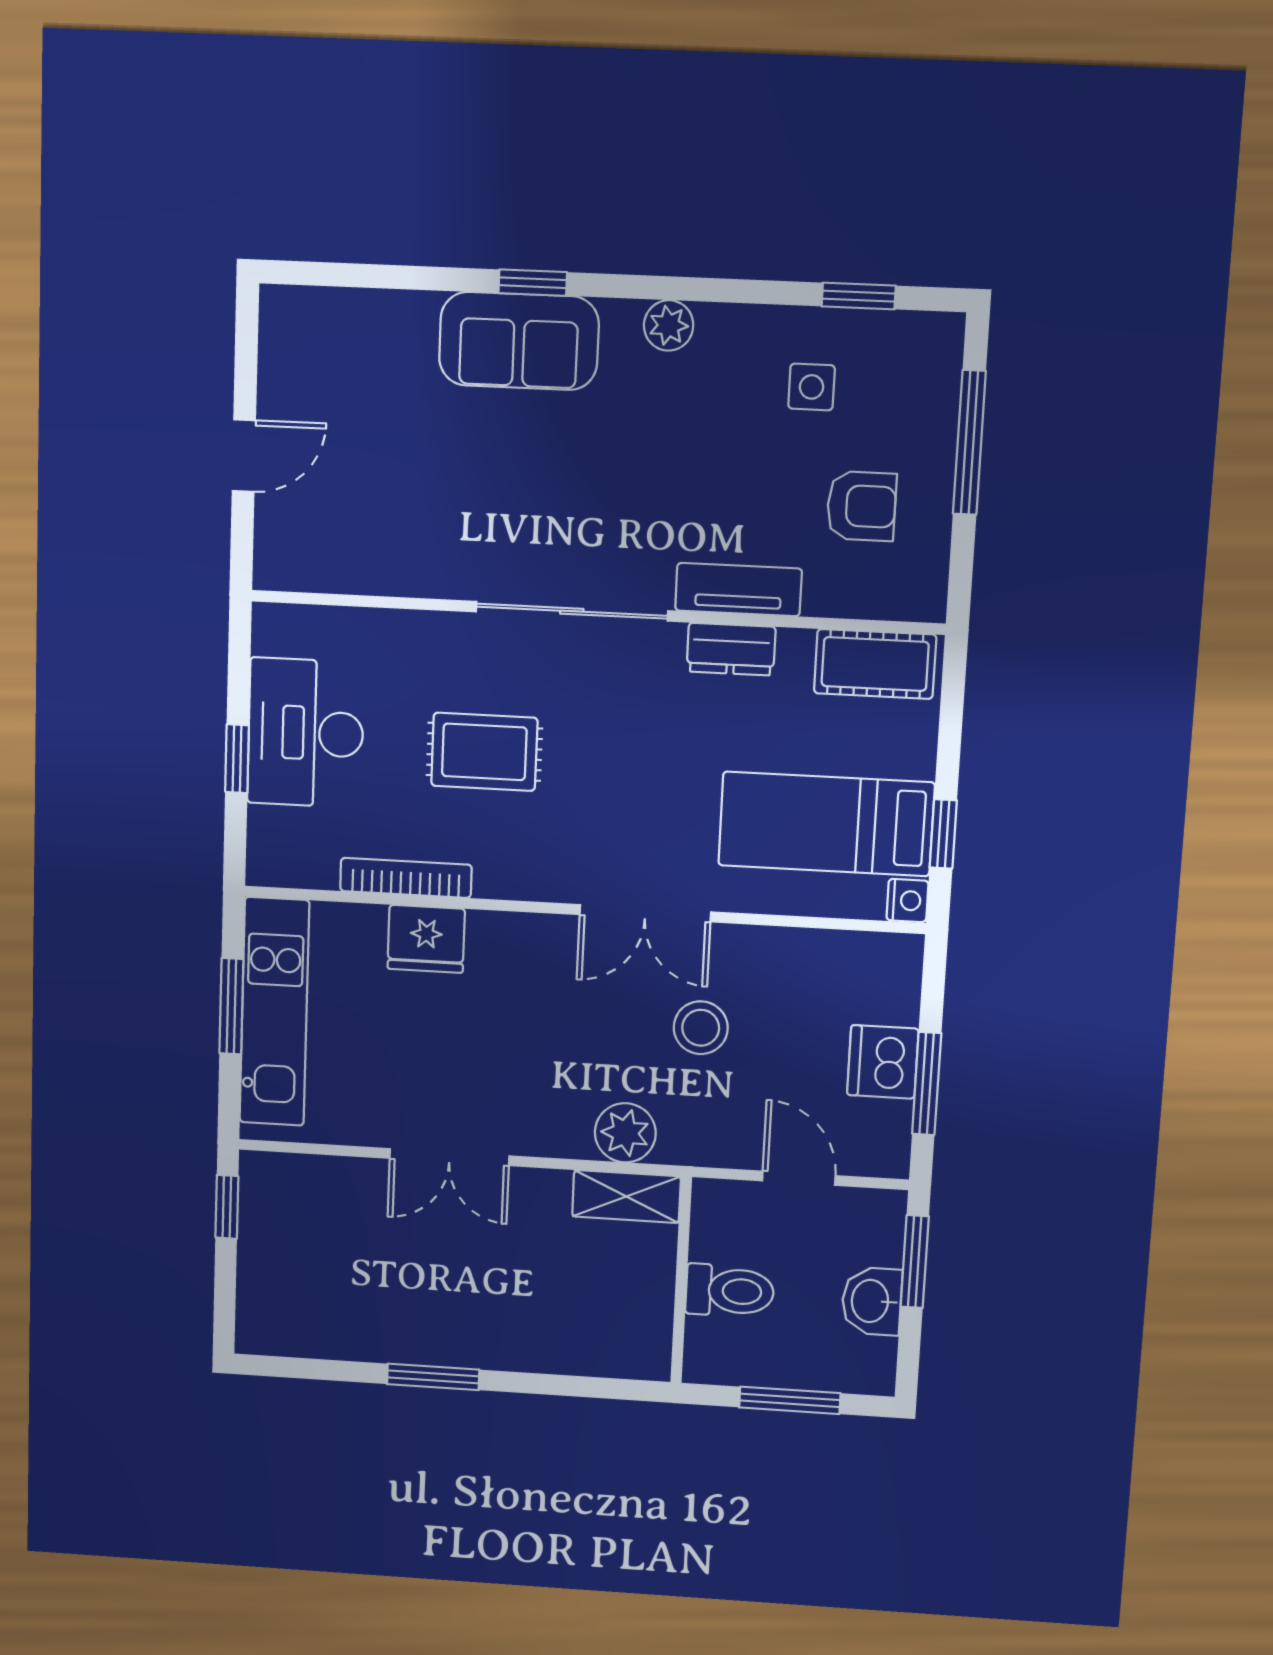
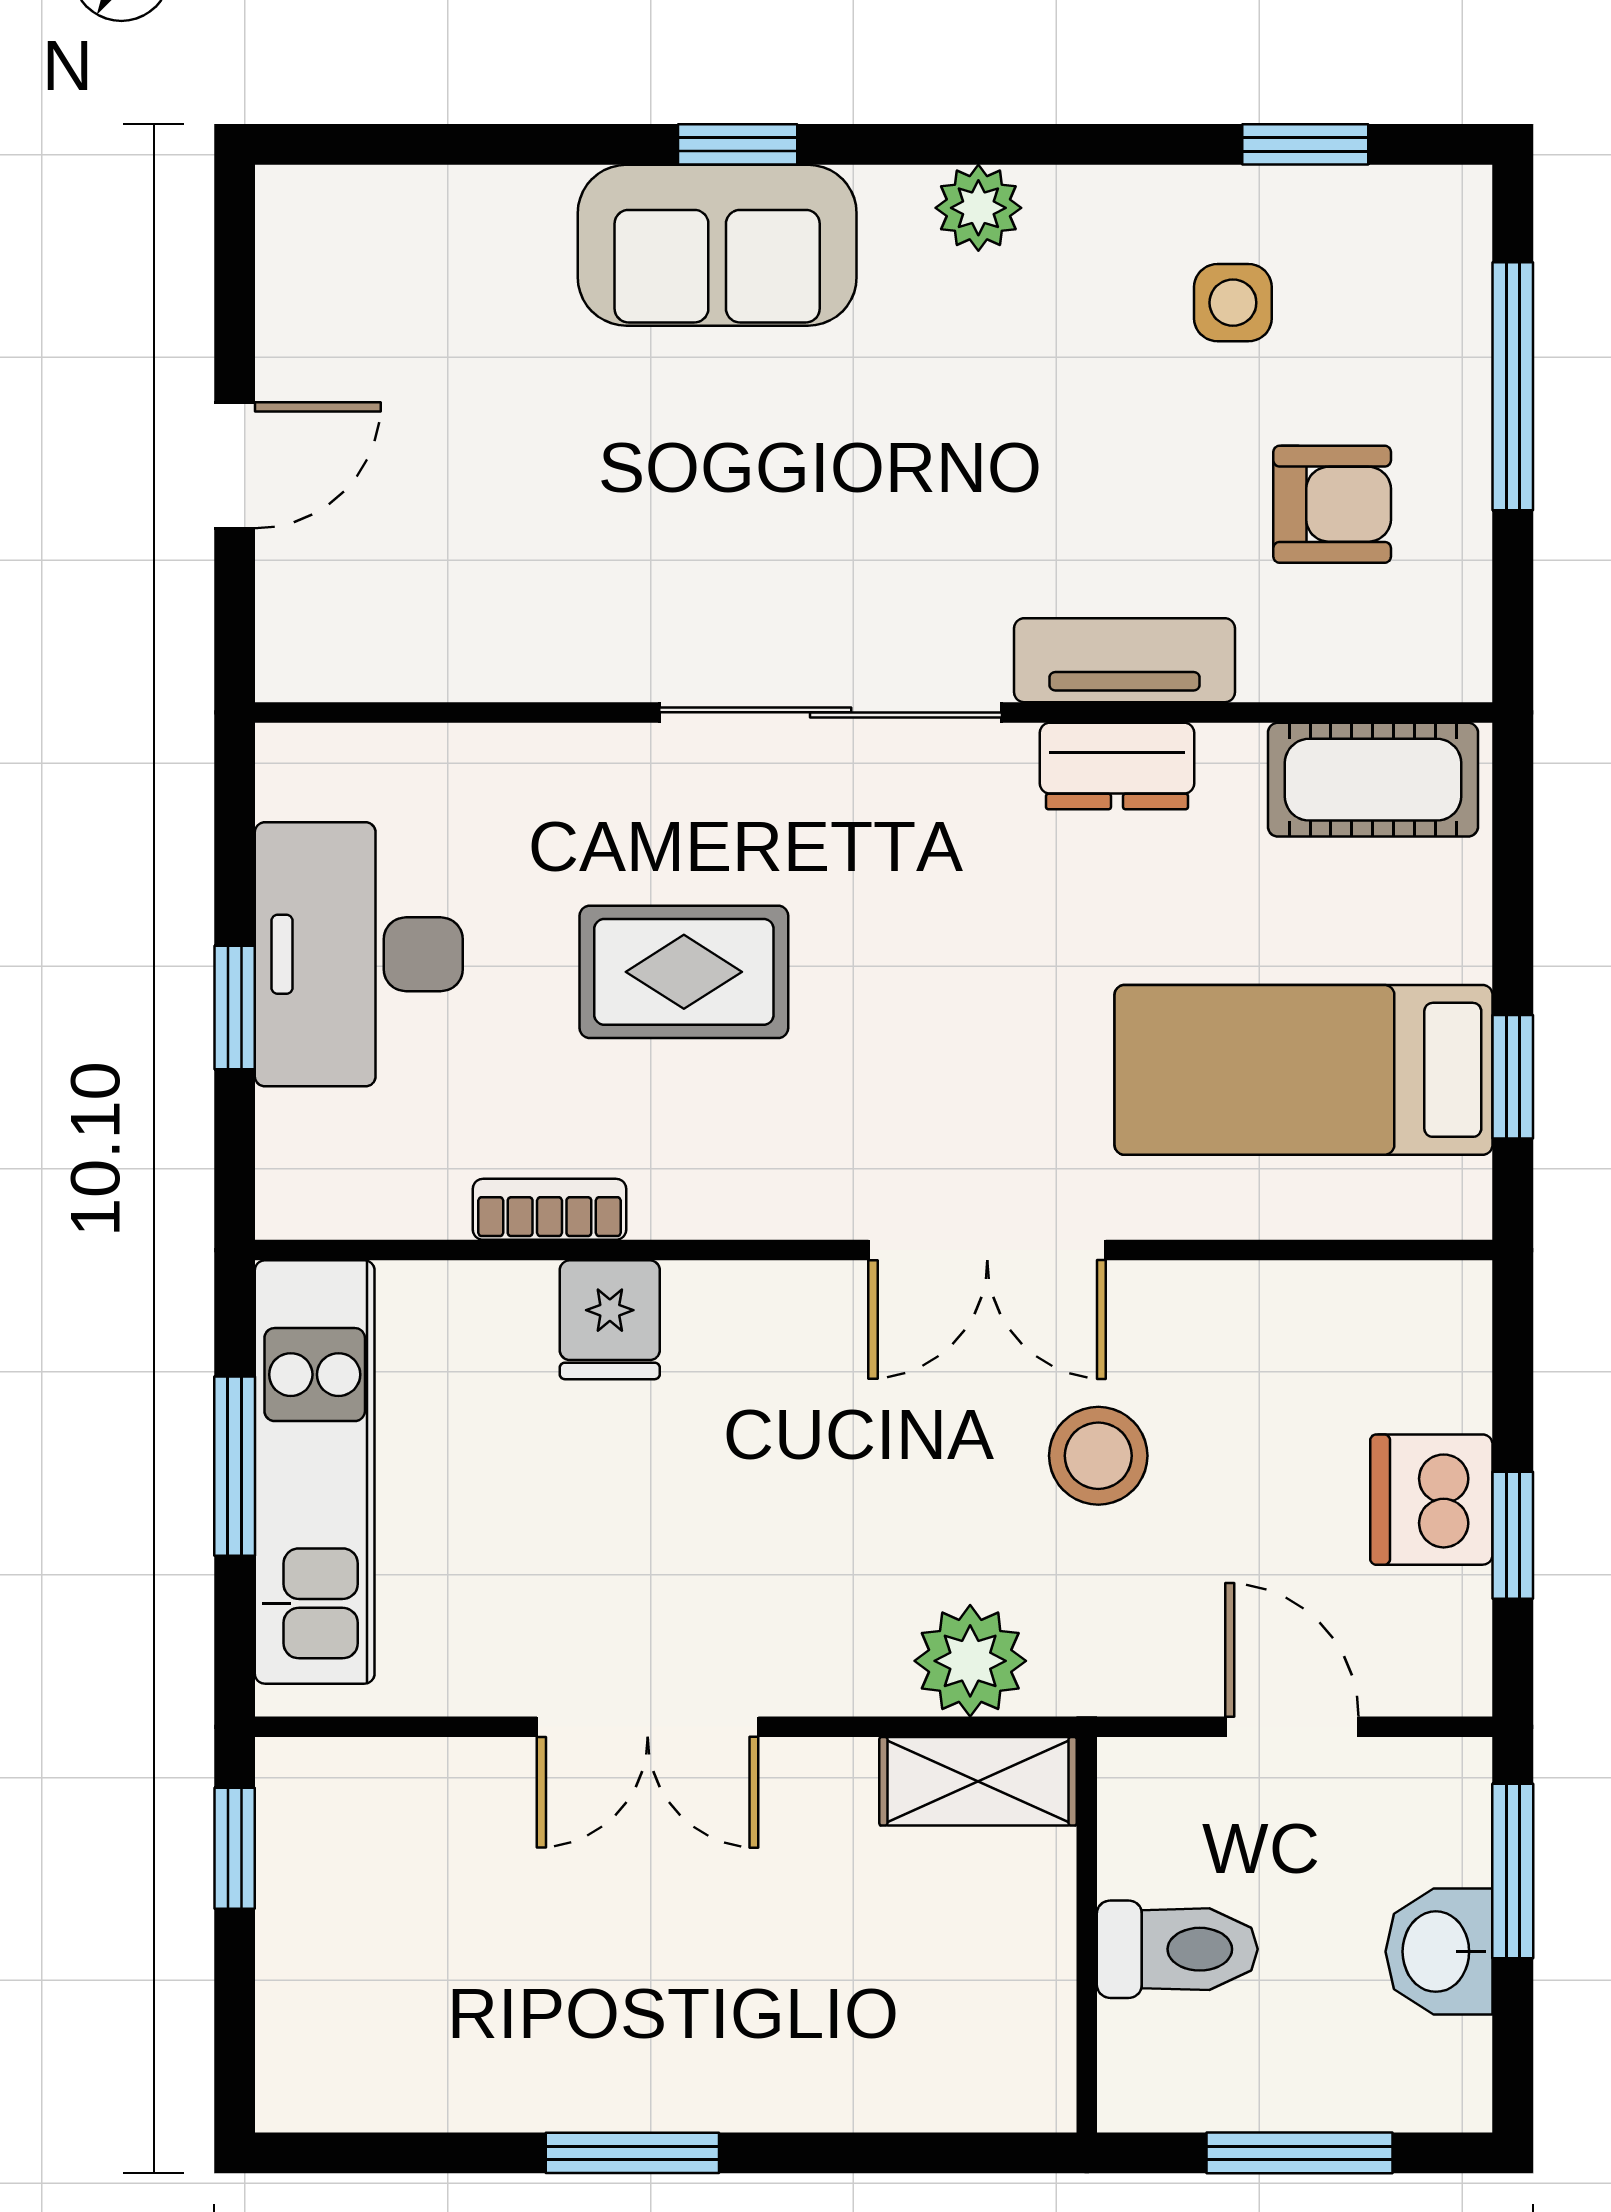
bookcase: (406, 878) -> (550, 1209), width x0.64
nightstand: (907, 901) -> (1457, 1201), removed
fridge: (426, 939) -> (610, 1320), width x0.72
window: (927, 1084) -> (1513, 1535), width x0.67

